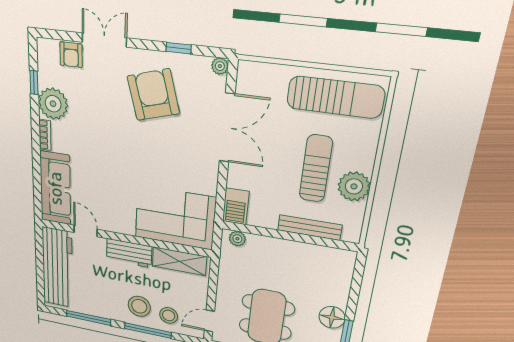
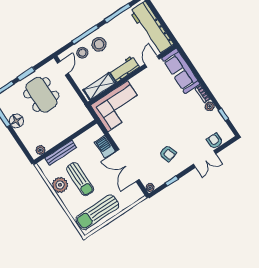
armchair: (153, 95) -> (168, 153), width x0.53, depth x0.53
plant: (53, 104) -> (210, 106), width x0.53, depth x0.53
barbecue: (236, 206) -> (105, 147), moved
door: (86, 231) -> (152, 62), swing flipped
plant: (237, 239) -> (41, 150), moved

